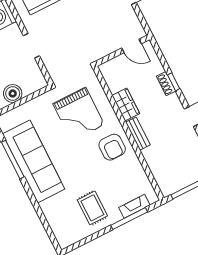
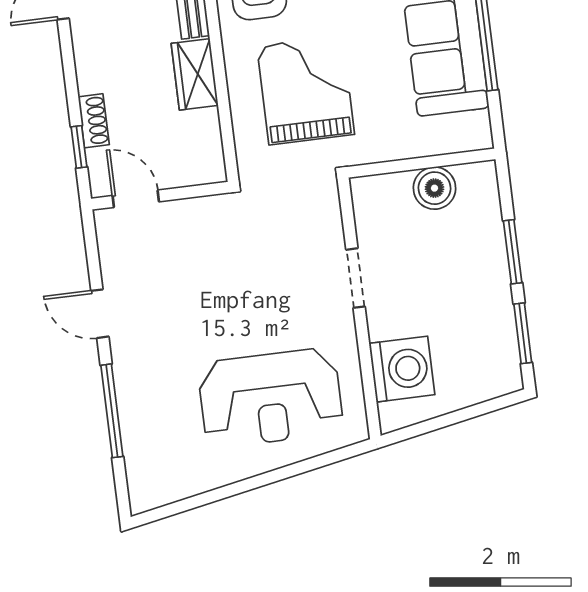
window: (174, 82) -> (79, 147), moved
shoe rack: (166, 84) -> (94, 121), moved

